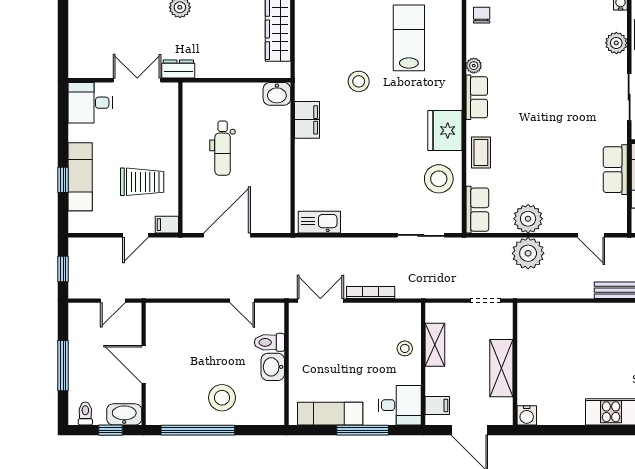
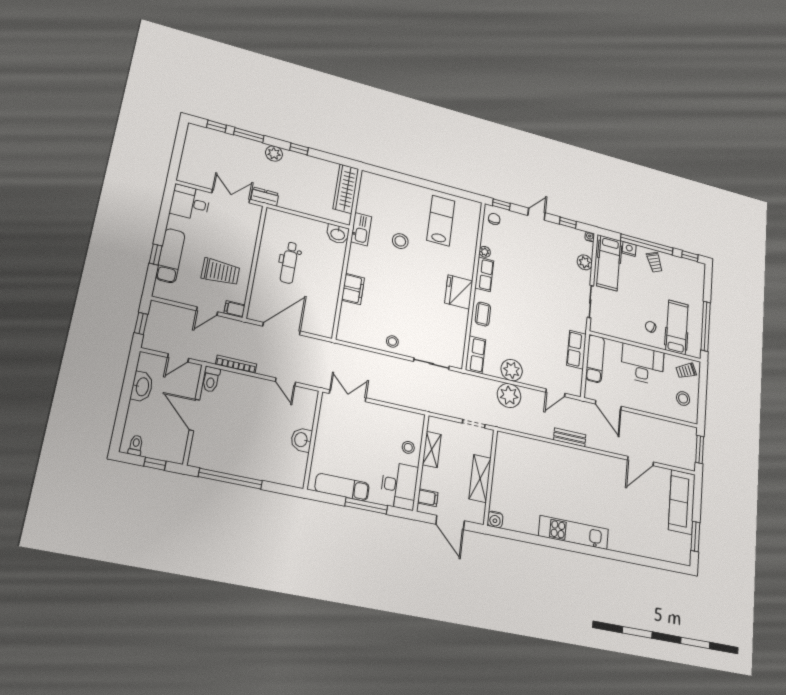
filing cabinet: (307, 120) -> (353, 289), moved
stool: (439, 179) -> (392, 342), moved, width x0.53, depth x0.53
kitchen sink: (319, 222) -> (361, 229), moved, turned 90
door: (591, 235) -> (555, 393), hinge flipped
bookcase: (371, 292) -> (236, 364), moved
toilet: (269, 342) -> (211, 379), moved, turned -90
window: (63, 366) -> (124, 401), removed
stool: (222, 398) -> (255, 456), removed
desk: (400, 405) -> (399, 486), width x1.37
washbasin: (124, 414) -> (142, 387), moved, turned 90

